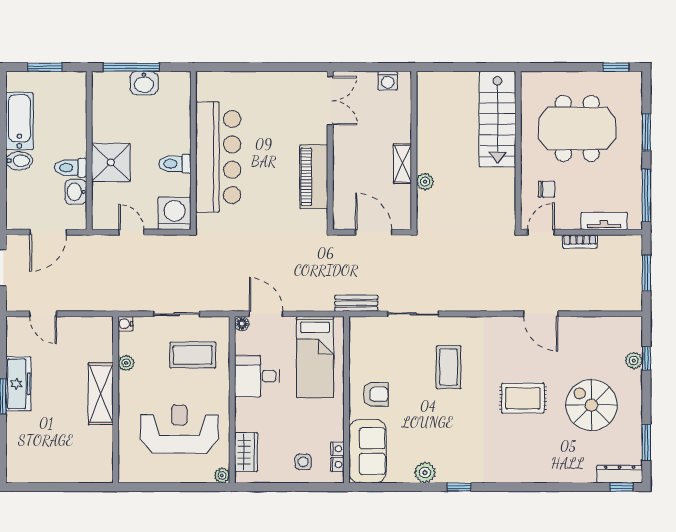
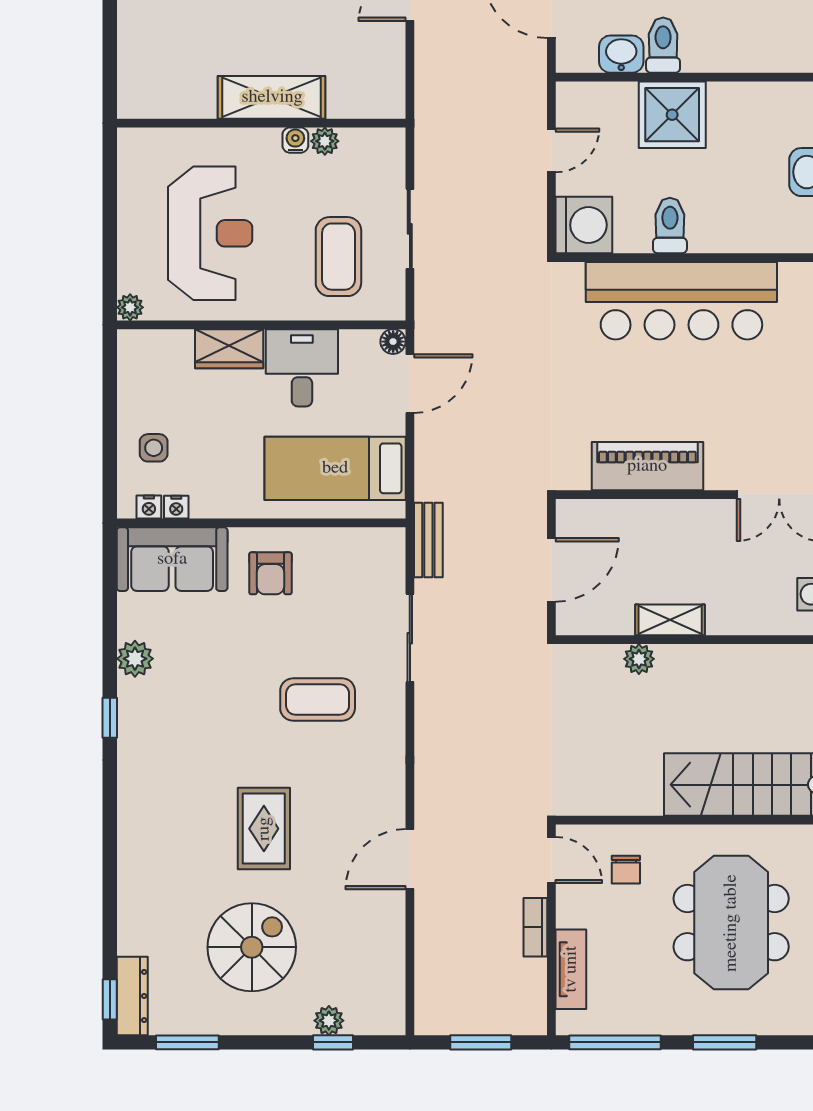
water cooler: (126, 324) -> (295, 140), moved
wardrobe: (246, 452) -> (229, 349), moved

